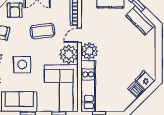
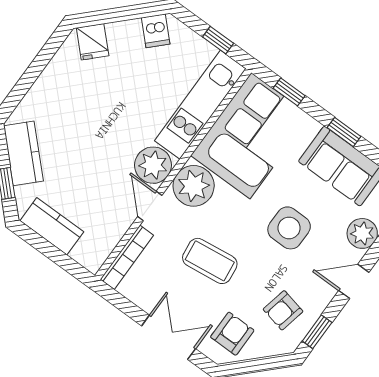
door: (79, 35) -> (150, 206), swing flipped
dishwasher: (136, 90) -> (156, 31), moved

